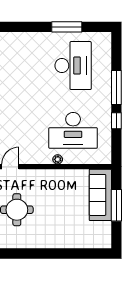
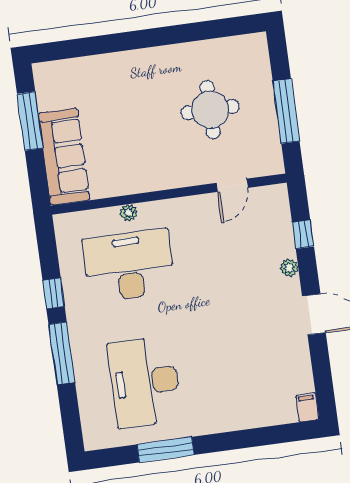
plant: (58, 159) -> (129, 213), moved
window: (116, 205) -> (30, 121), moved

